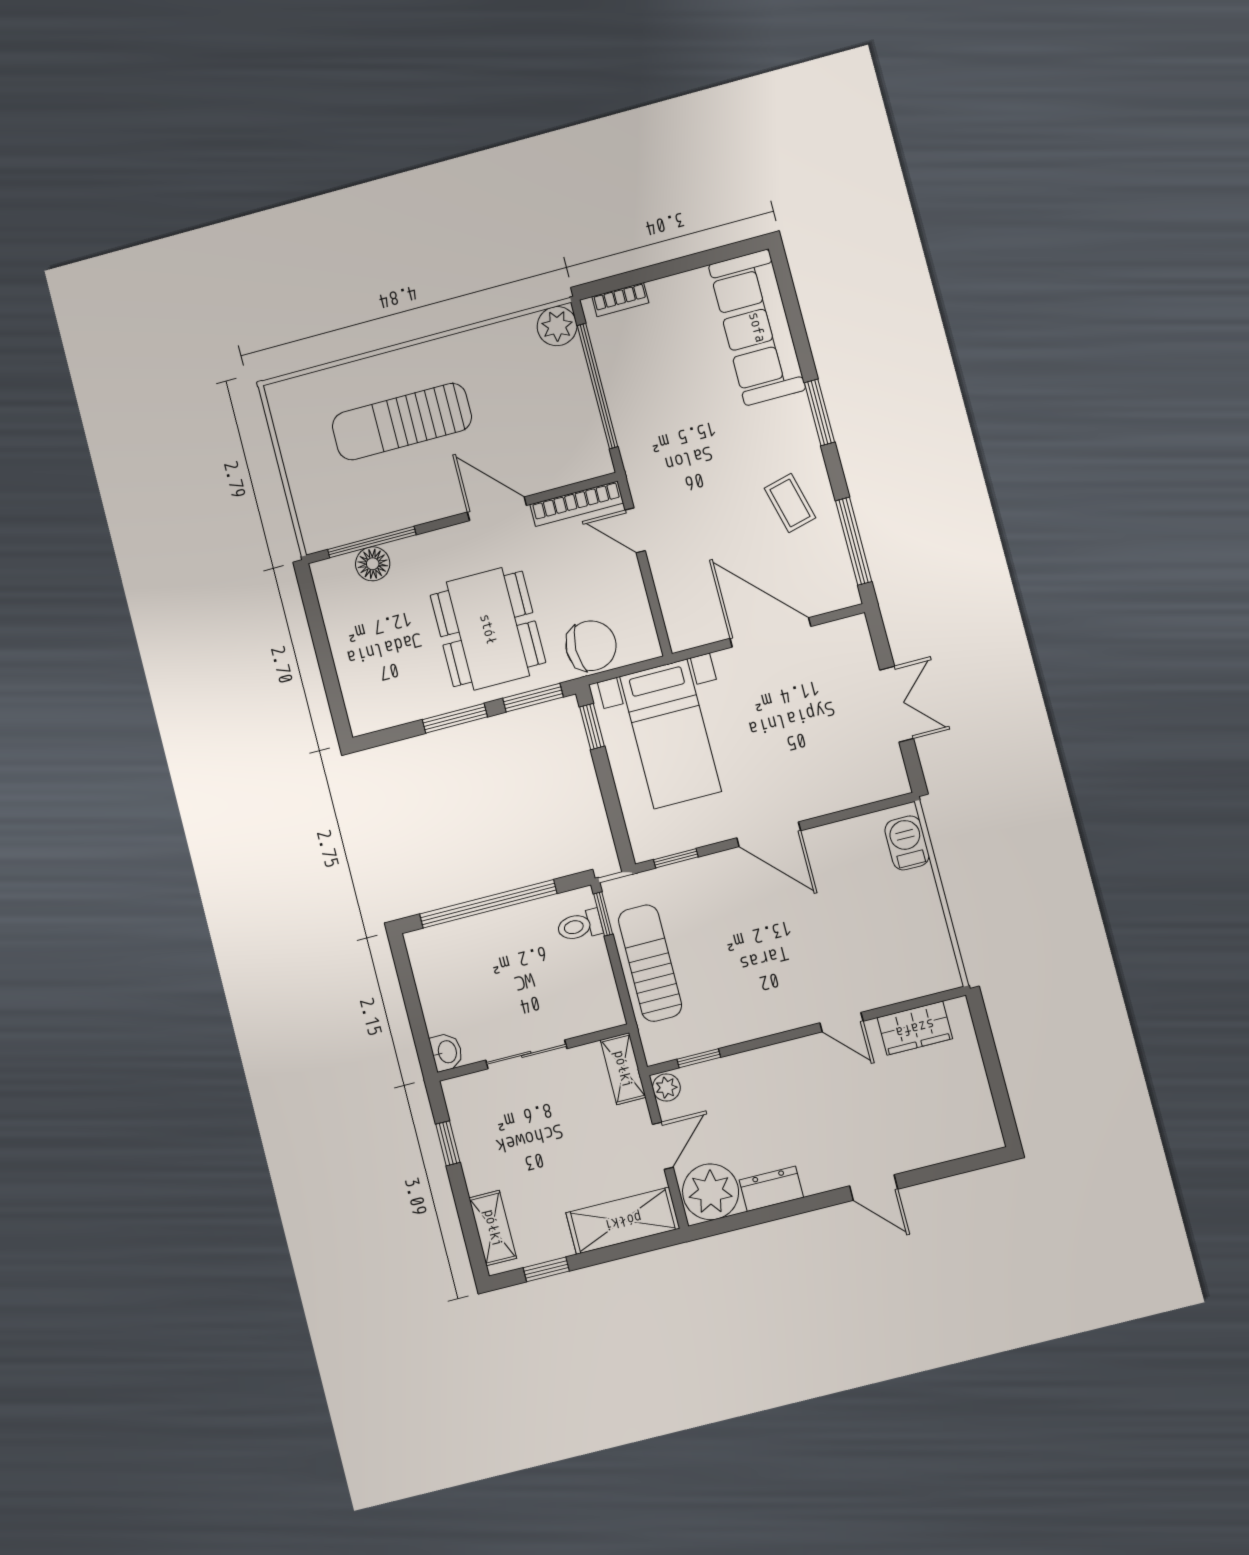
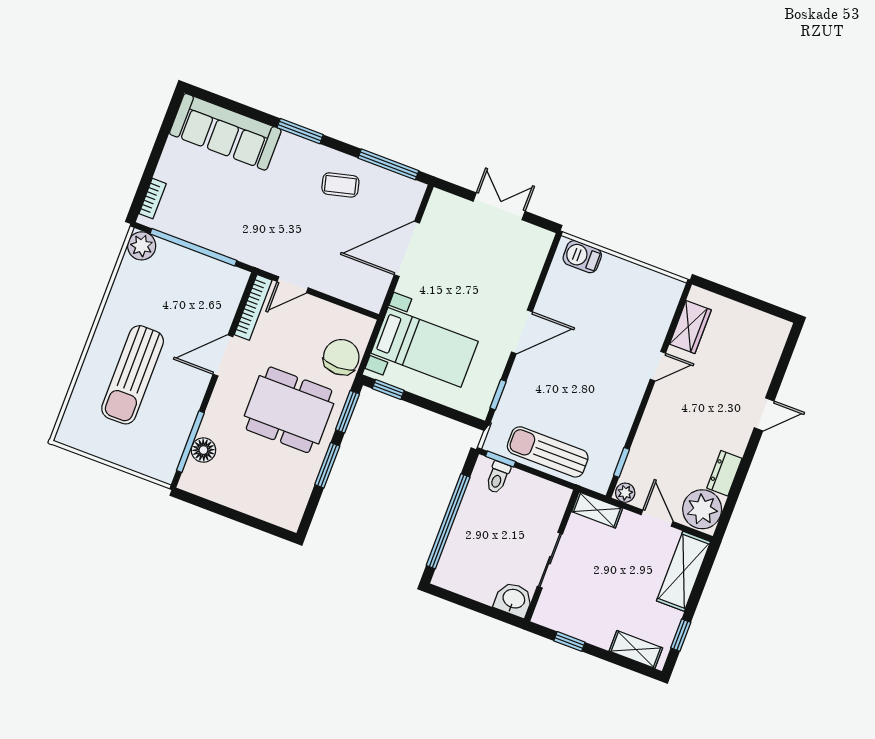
washbasin: (447, 1052) -> (514, 599), width x1.38, depth x1.45

